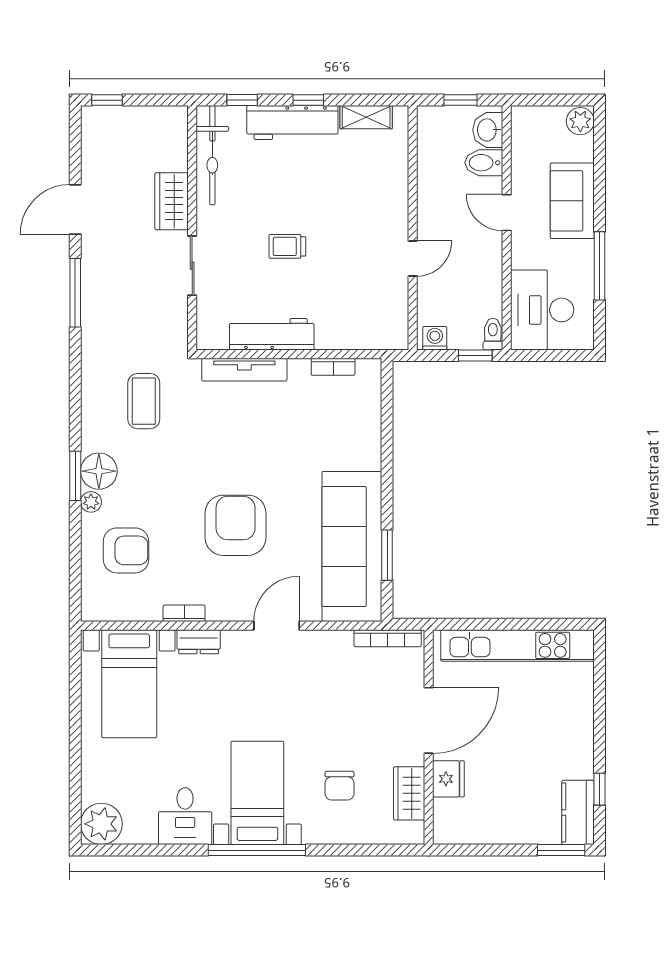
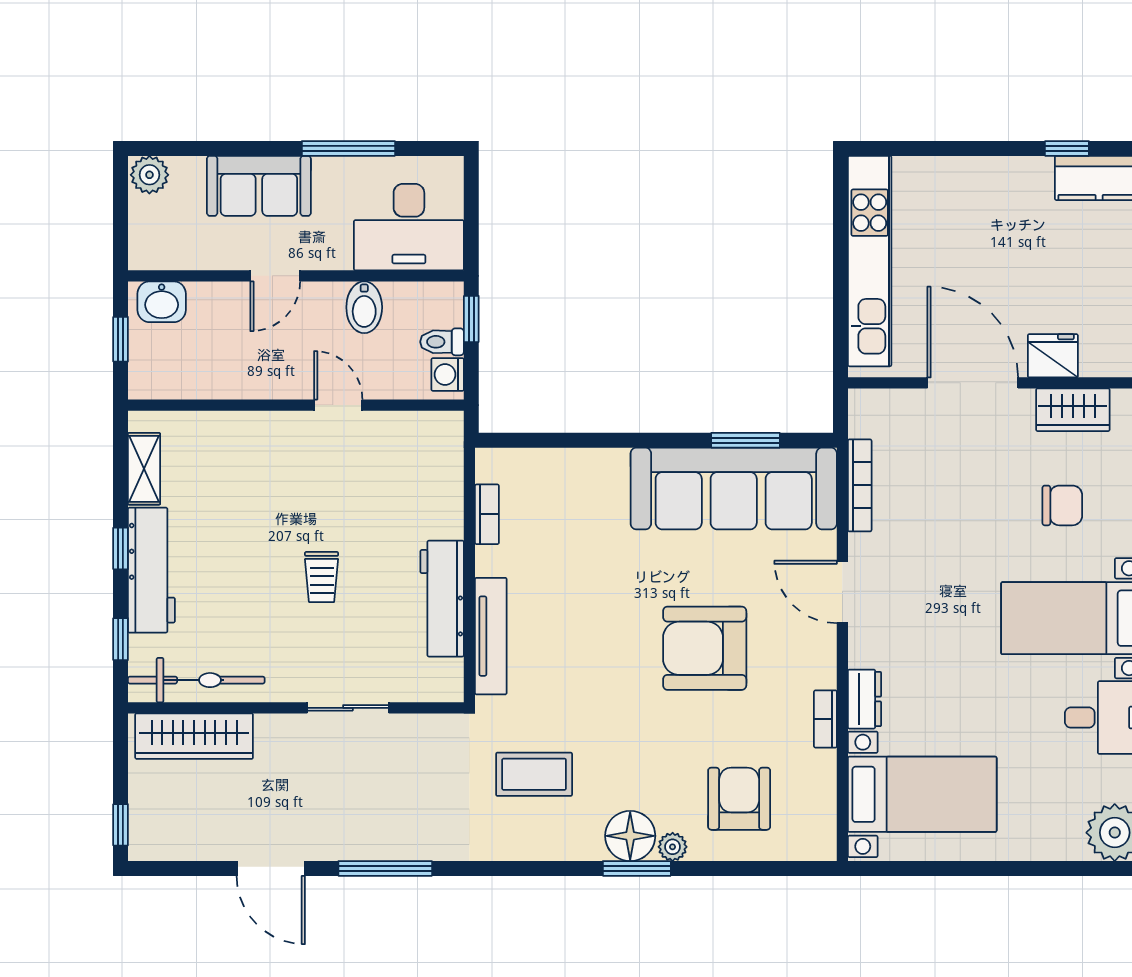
bidet: (484, 163) -> (364, 307), moved
wardrobe: (172, 201) -> (194, 736), moved, width x1.50
toilet: (493, 334) -> (442, 342), moved
bookcase: (388, 638) -> (860, 485), moved

